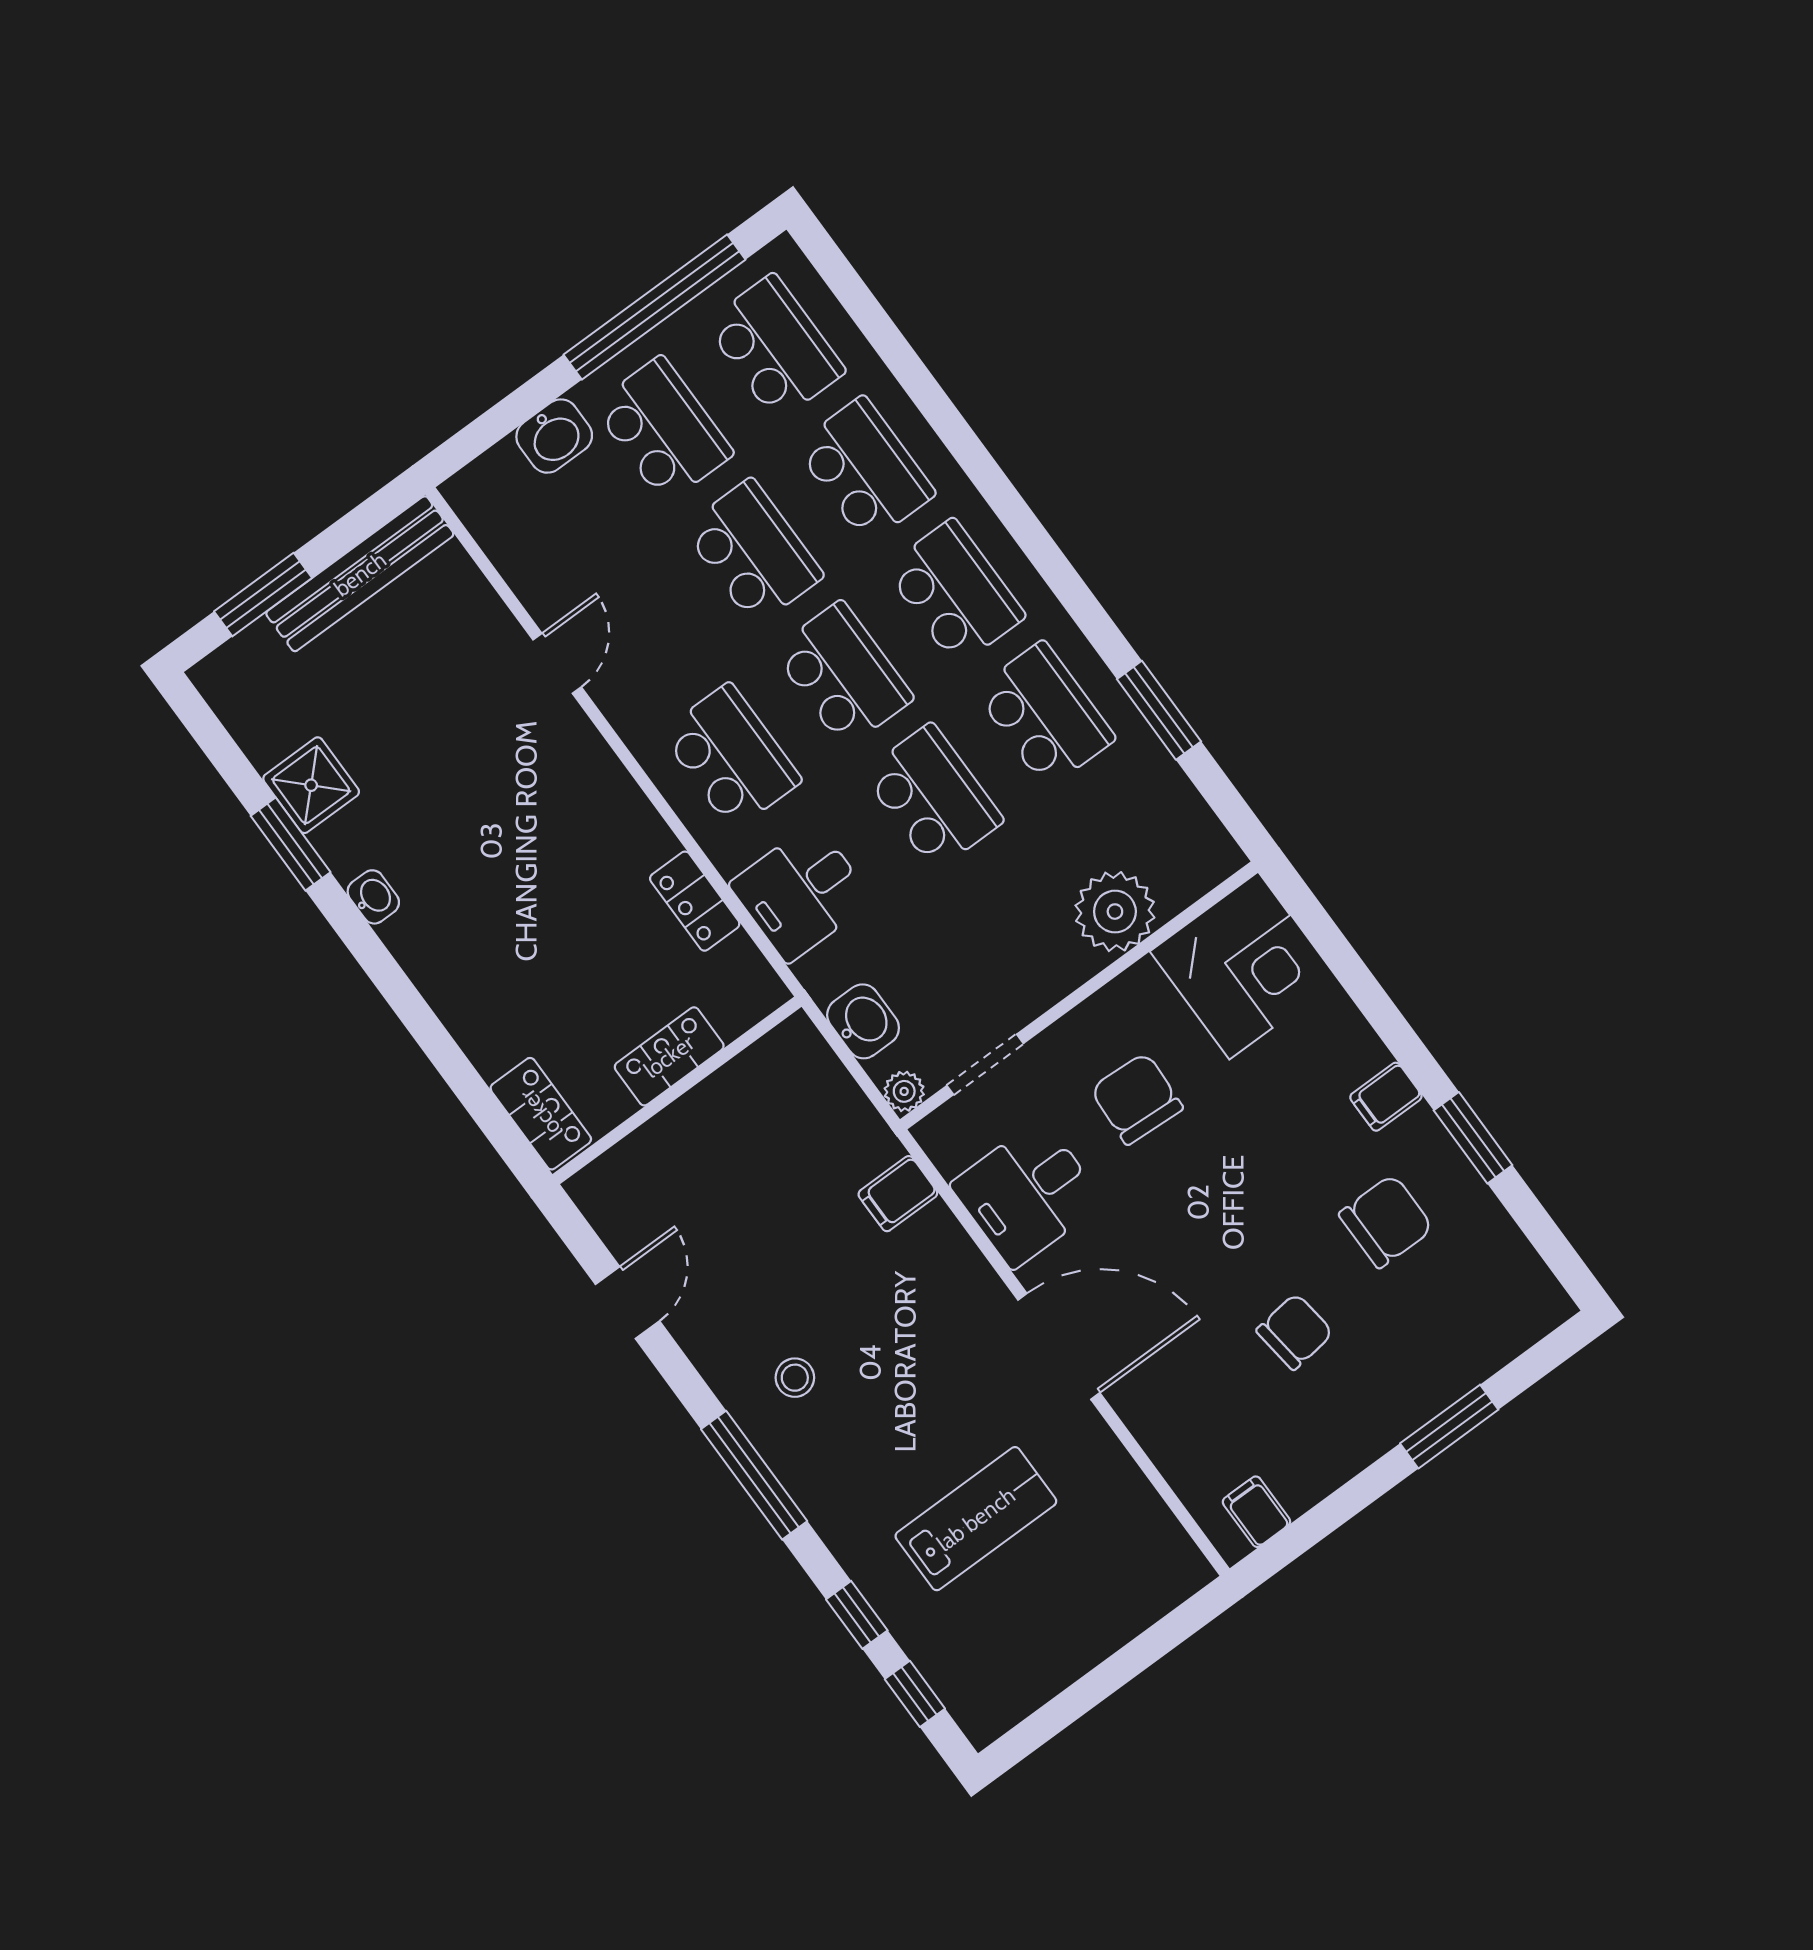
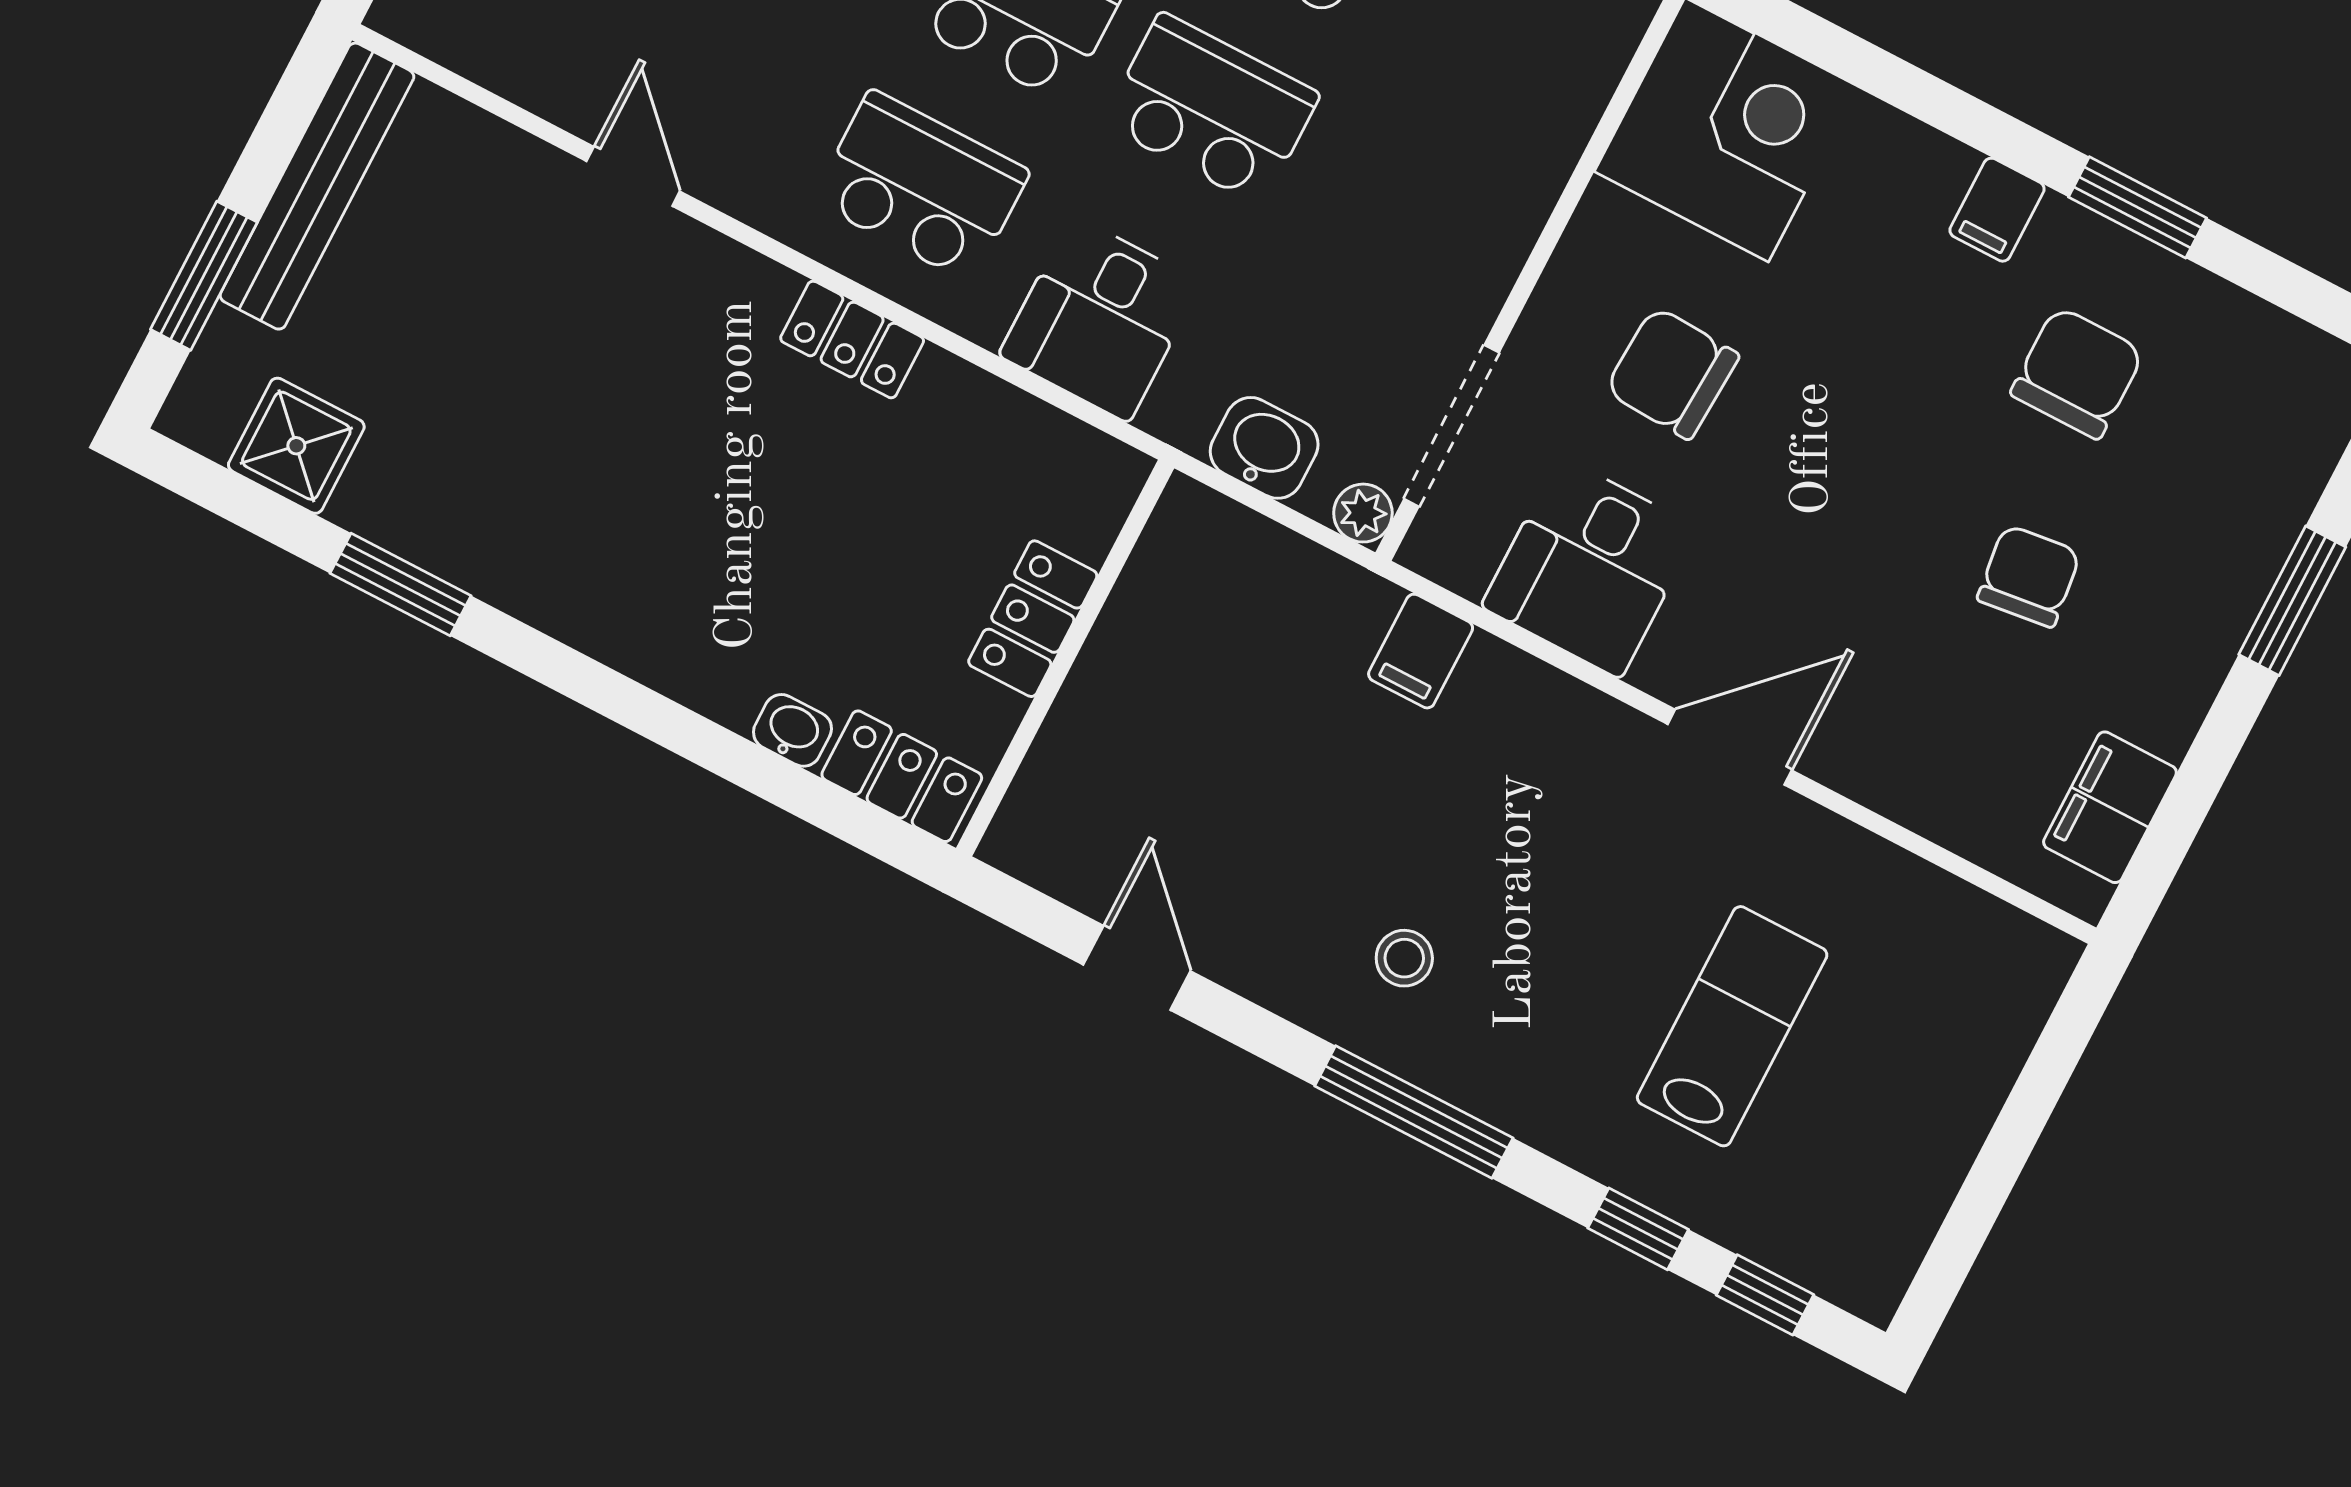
shower: (311, 785) -> (296, 446), moved
washbasin: (373, 897) -> (792, 730), moved
locker: (695, 901) -> (852, 339), moved
plant: (1115, 912) -> (1523, 142), removed
doorway: (985, 1064) -> (1452, 426), width x1.38
door: (1059, 1346) -> (1730, 747), width x0.73
filing cabinet: (1256, 1512) -> (2110, 807), width x2.00

